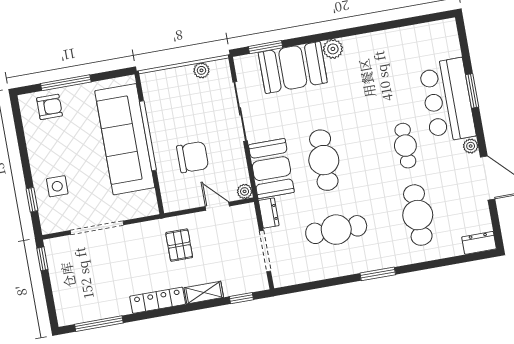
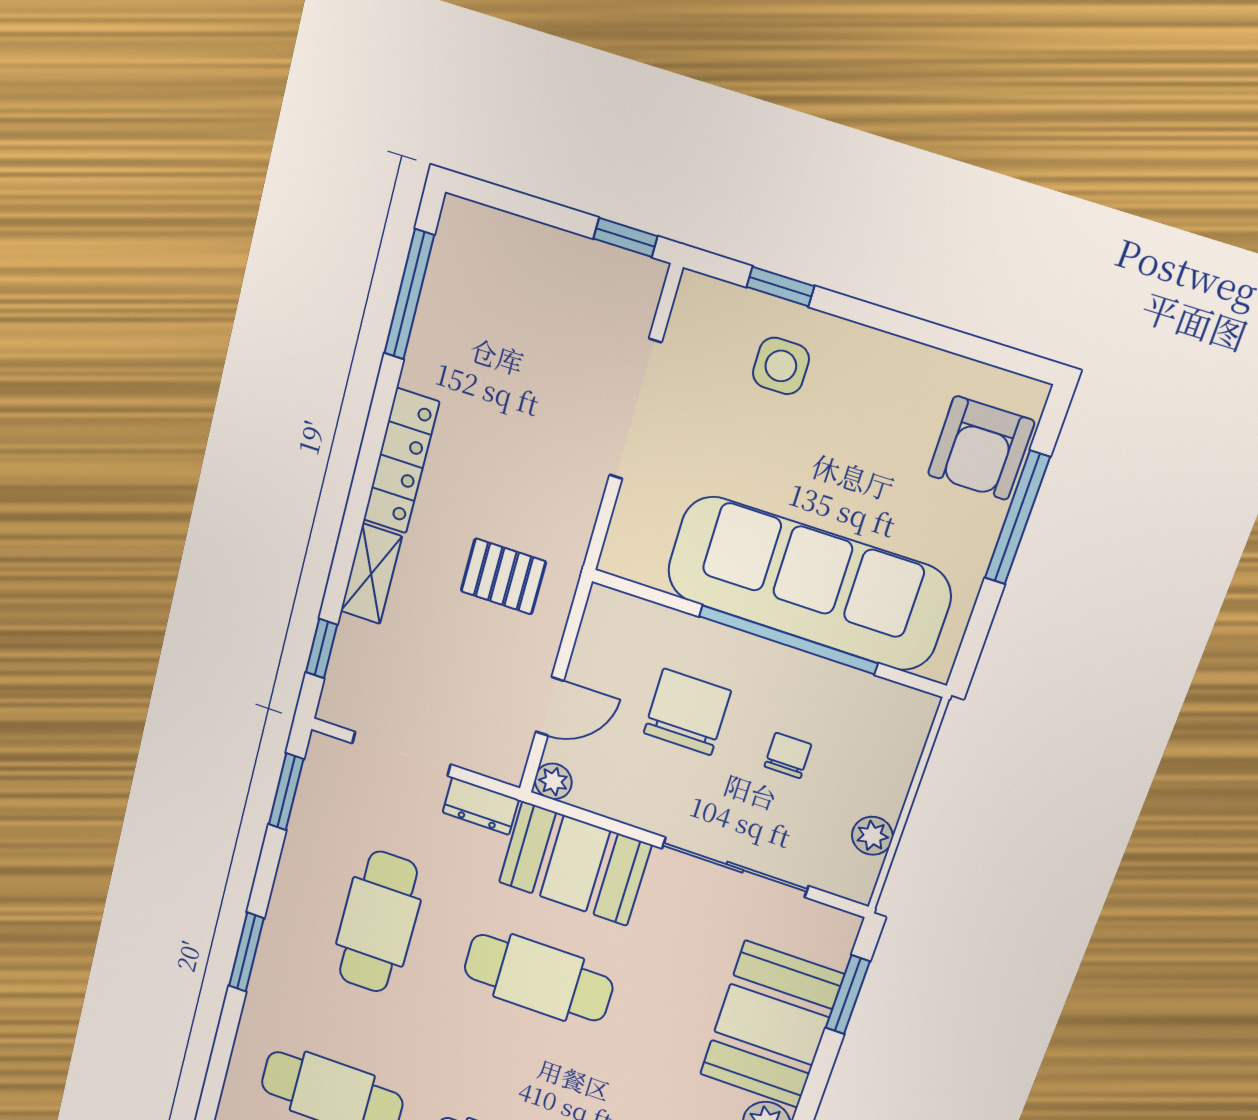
armchair: (49, 107) -> (981, 448), width x1.38, depth x1.38
chair: (189, 114) -> (788, 755), added
chair: (193, 157) -> (687, 712), turned 180
window: (304, 287) -> (286, 792), added

